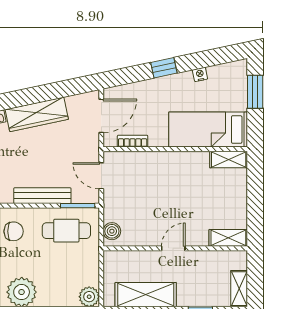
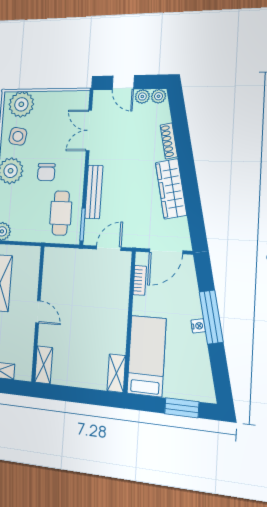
window: (164, 68) -> (211, 317), width x2.17
nightstand: (200, 74) -> (198, 326), moved
door: (101, 116) -> (166, 251), hinge flipped
chair: (14, 231) -> (46, 172), moved
boiler: (112, 231) -> (57, 255), removed

